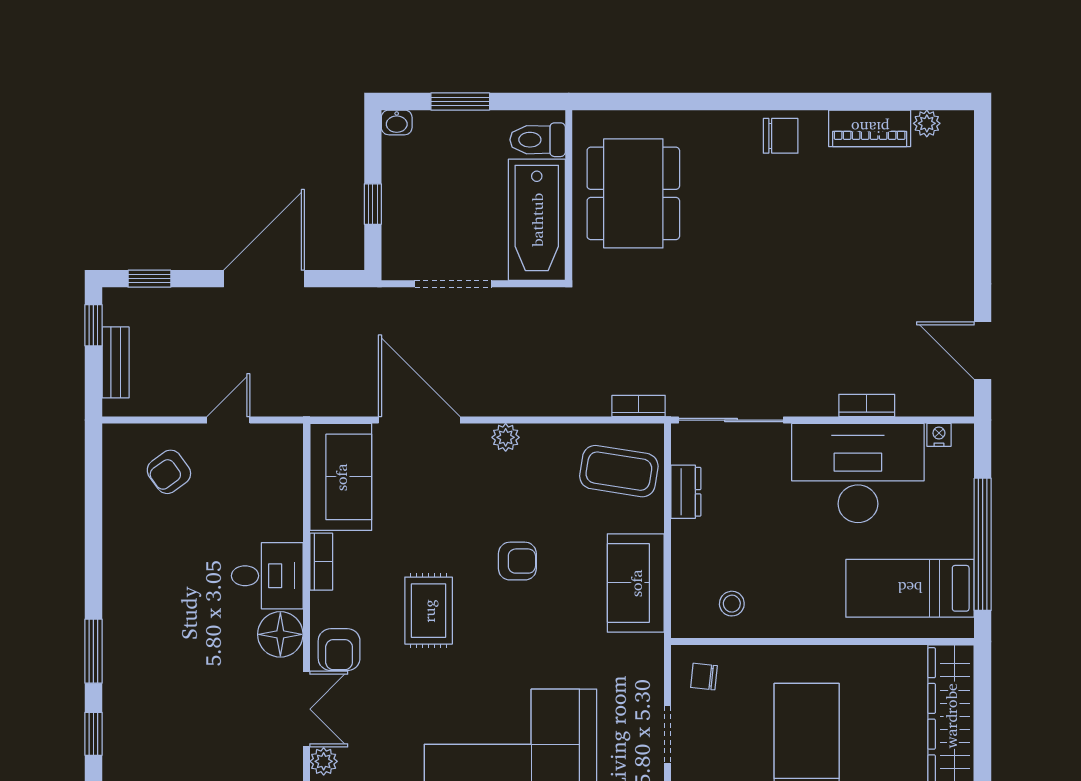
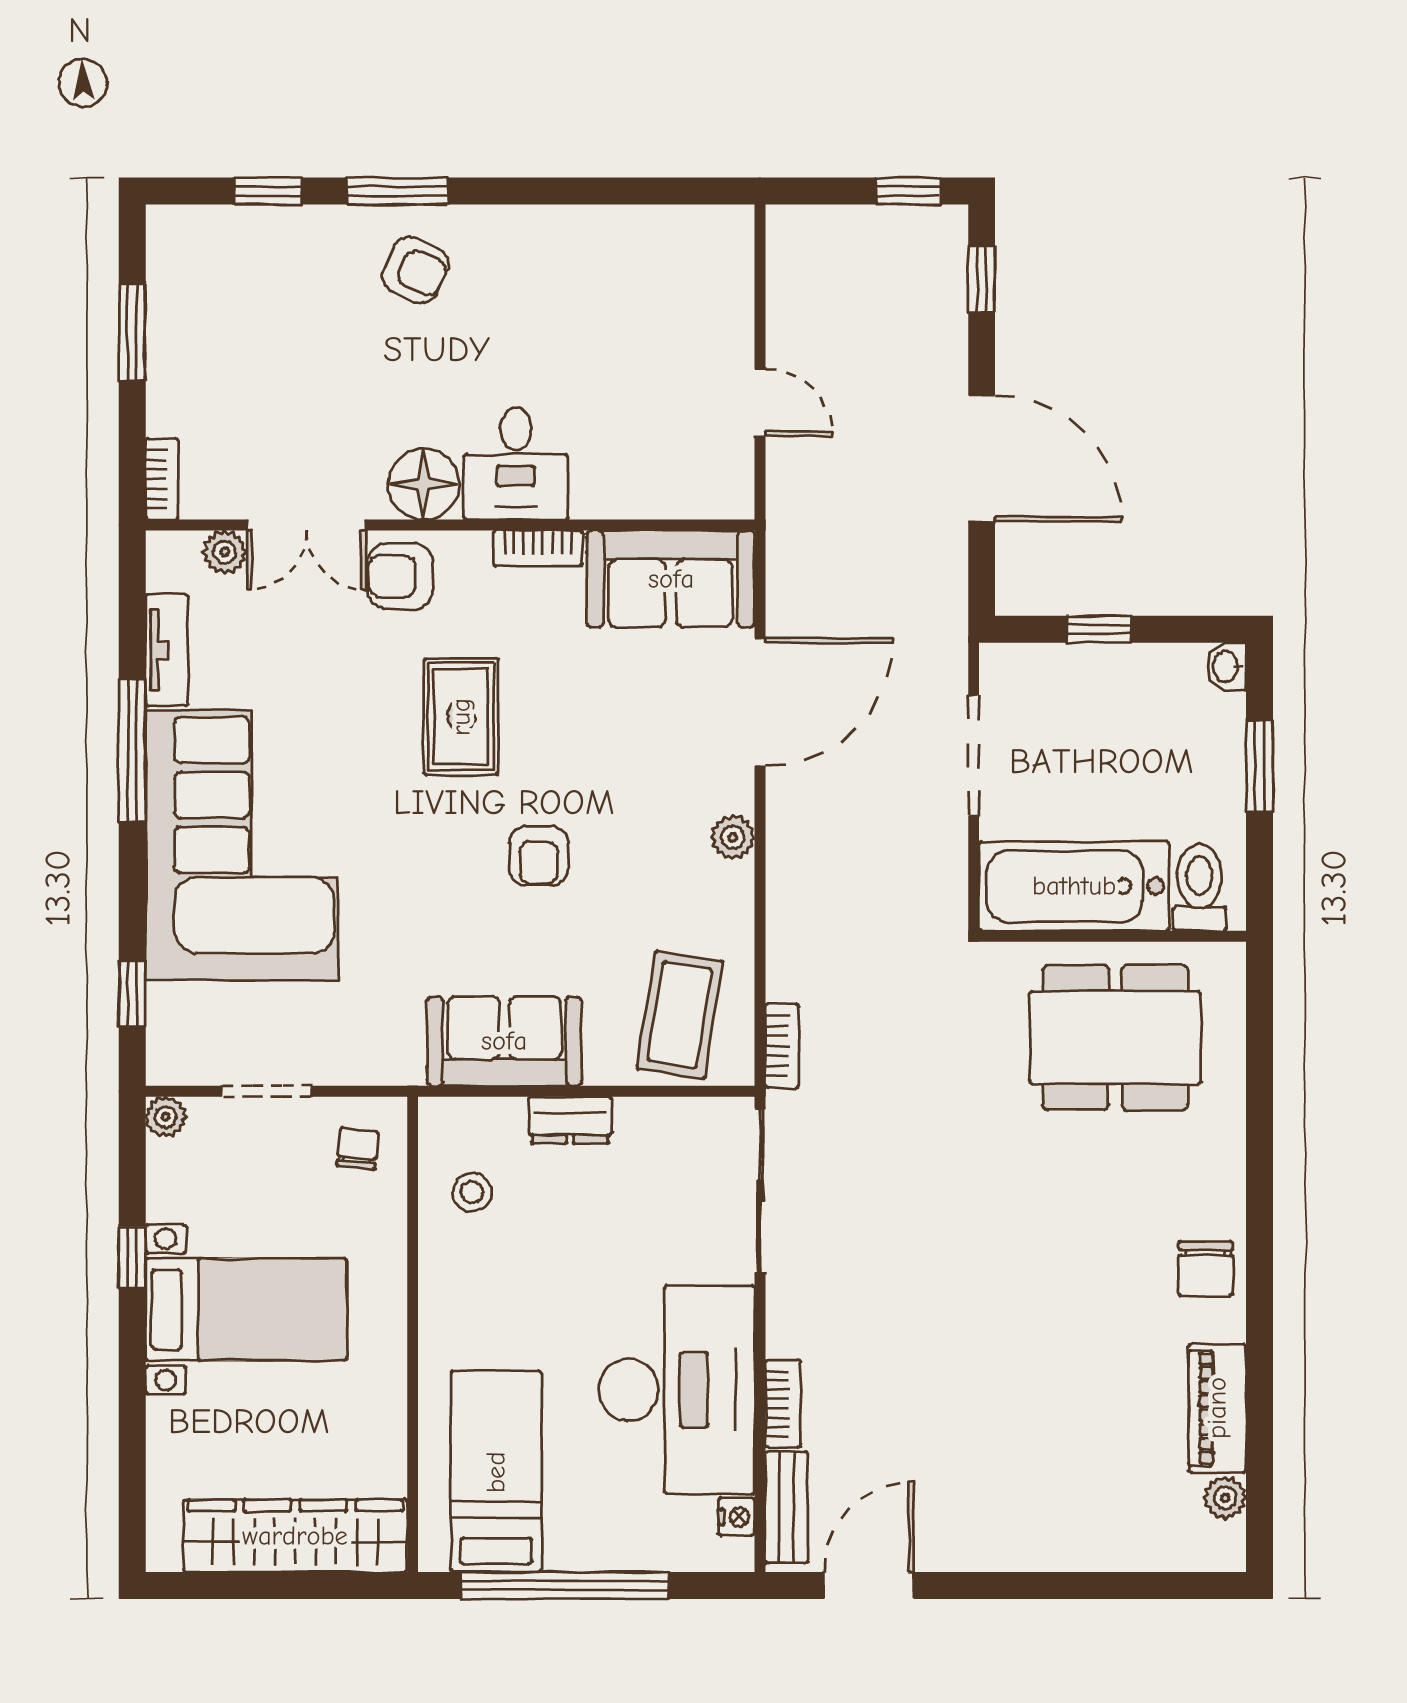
bench: (116, 362) -> (787, 1507), moved, turned 90
armchair: (169, 472) -> (415, 270), moved, turned 150
dresser: (686, 492) -> (570, 1120), moved
rug: (429, 611) -> (461, 717), turned 90

